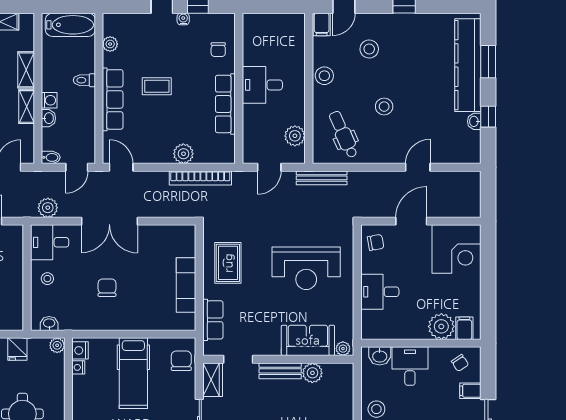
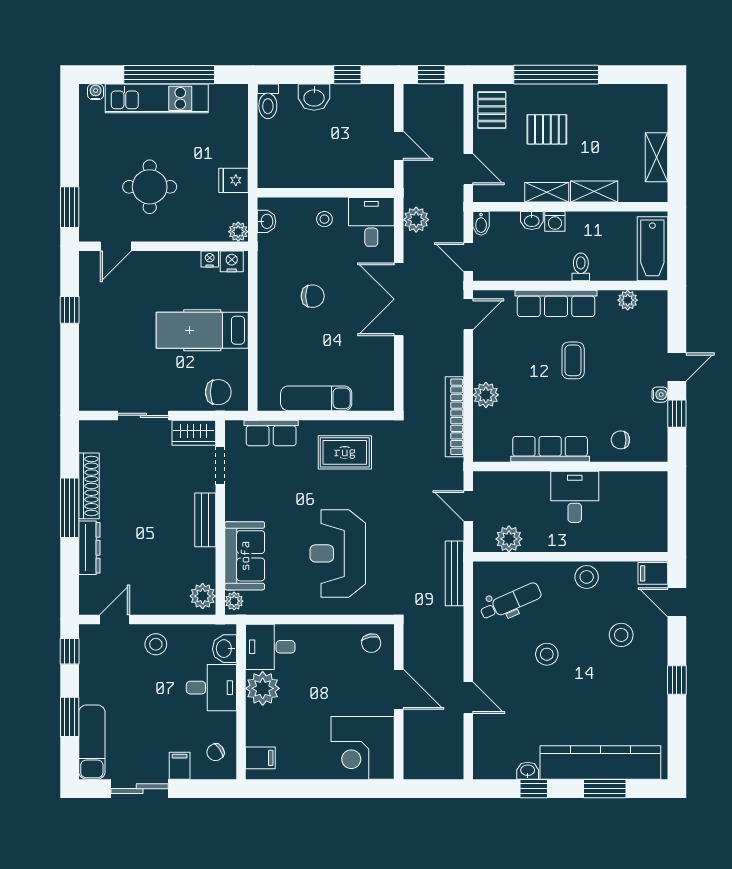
desk: (380, 292) -> (270, 647), moved, turned -90
plant: (441, 326) -> (263, 688), moved
plant: (312, 373) -> (203, 596), moved

